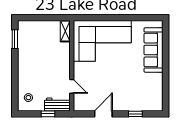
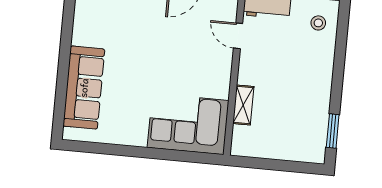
shelving: (65, 31) -> (243, 105), moved
corner sofa: (102, 41) -> (188, 124), width x0.73, depth x0.74

